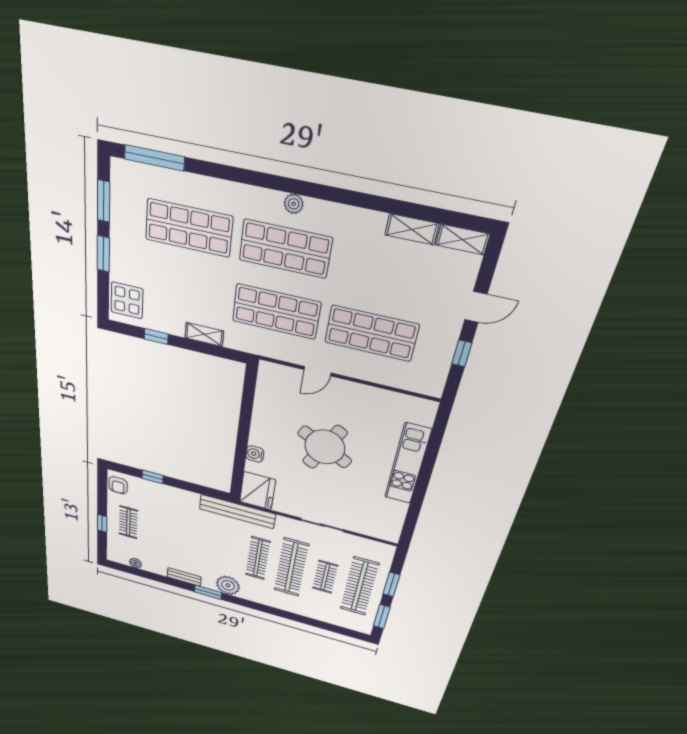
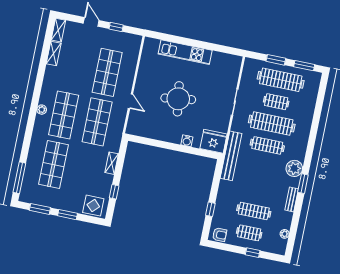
round table: (325, 447) -> (178, 99), turned -35
clothes rail: (160, 531) -> (254, 211), added

